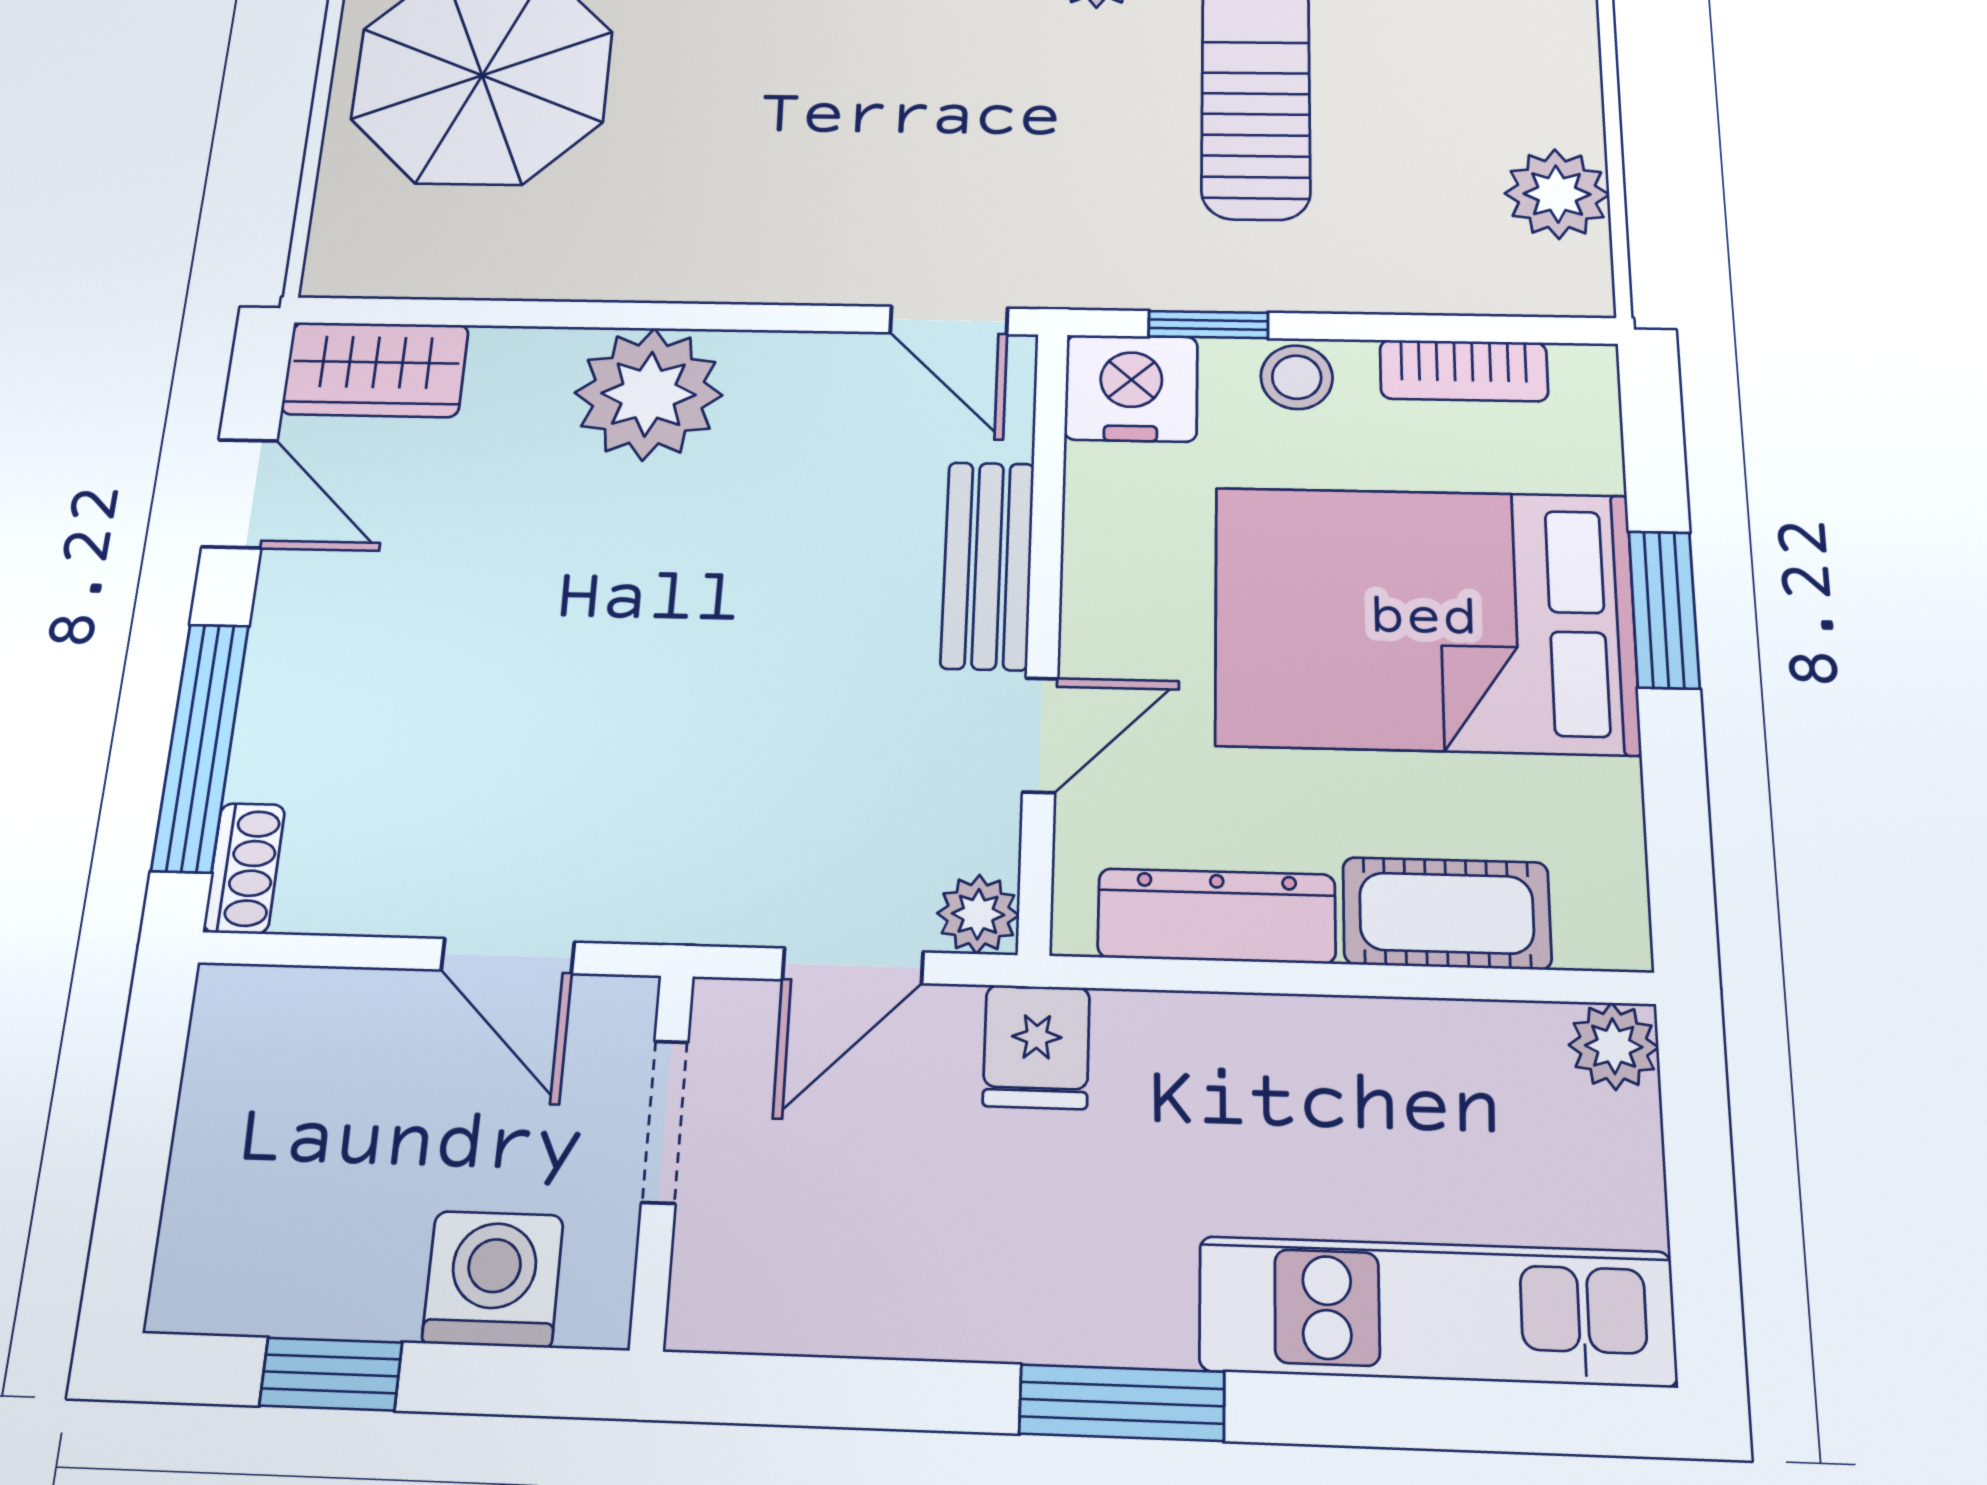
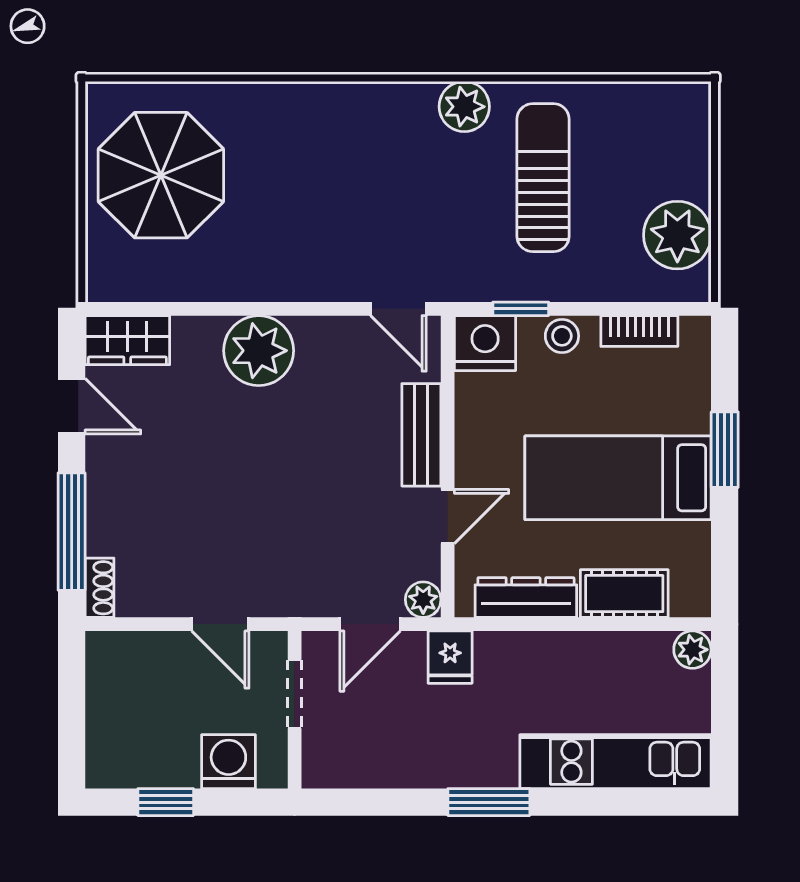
plant: (1557, 194) -> (677, 235), width x1.36, depth x1.36
bed: (1424, 619) -> (618, 478), width x0.67

